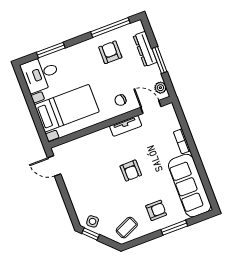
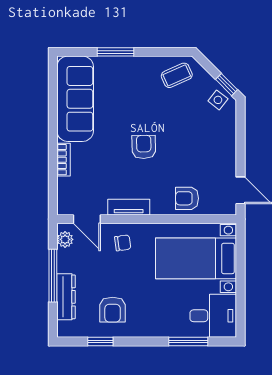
window: (110, 28) -> (100, 342), width x0.46
window: (159, 60) -> (53, 276), width x1.44
armchair: (156, 210) -> (187, 198), moved

